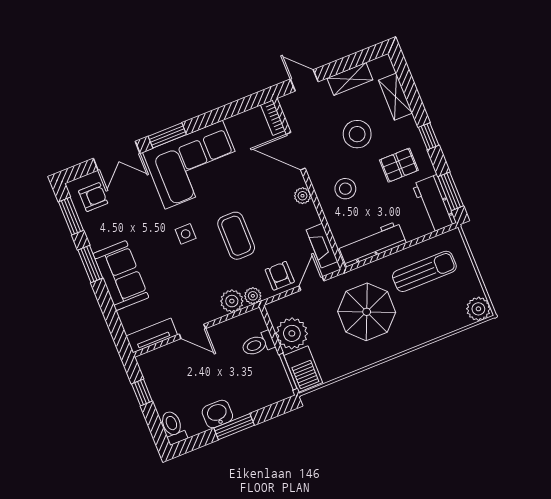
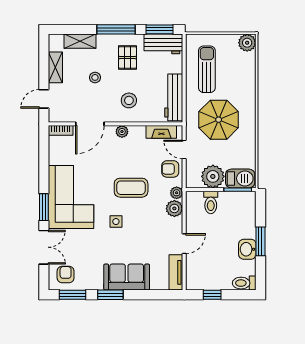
stool: (357, 134) -> (95, 77), width x0.53, depth x0.53
window: (429, 136) -> (116, 29), width x2.17

